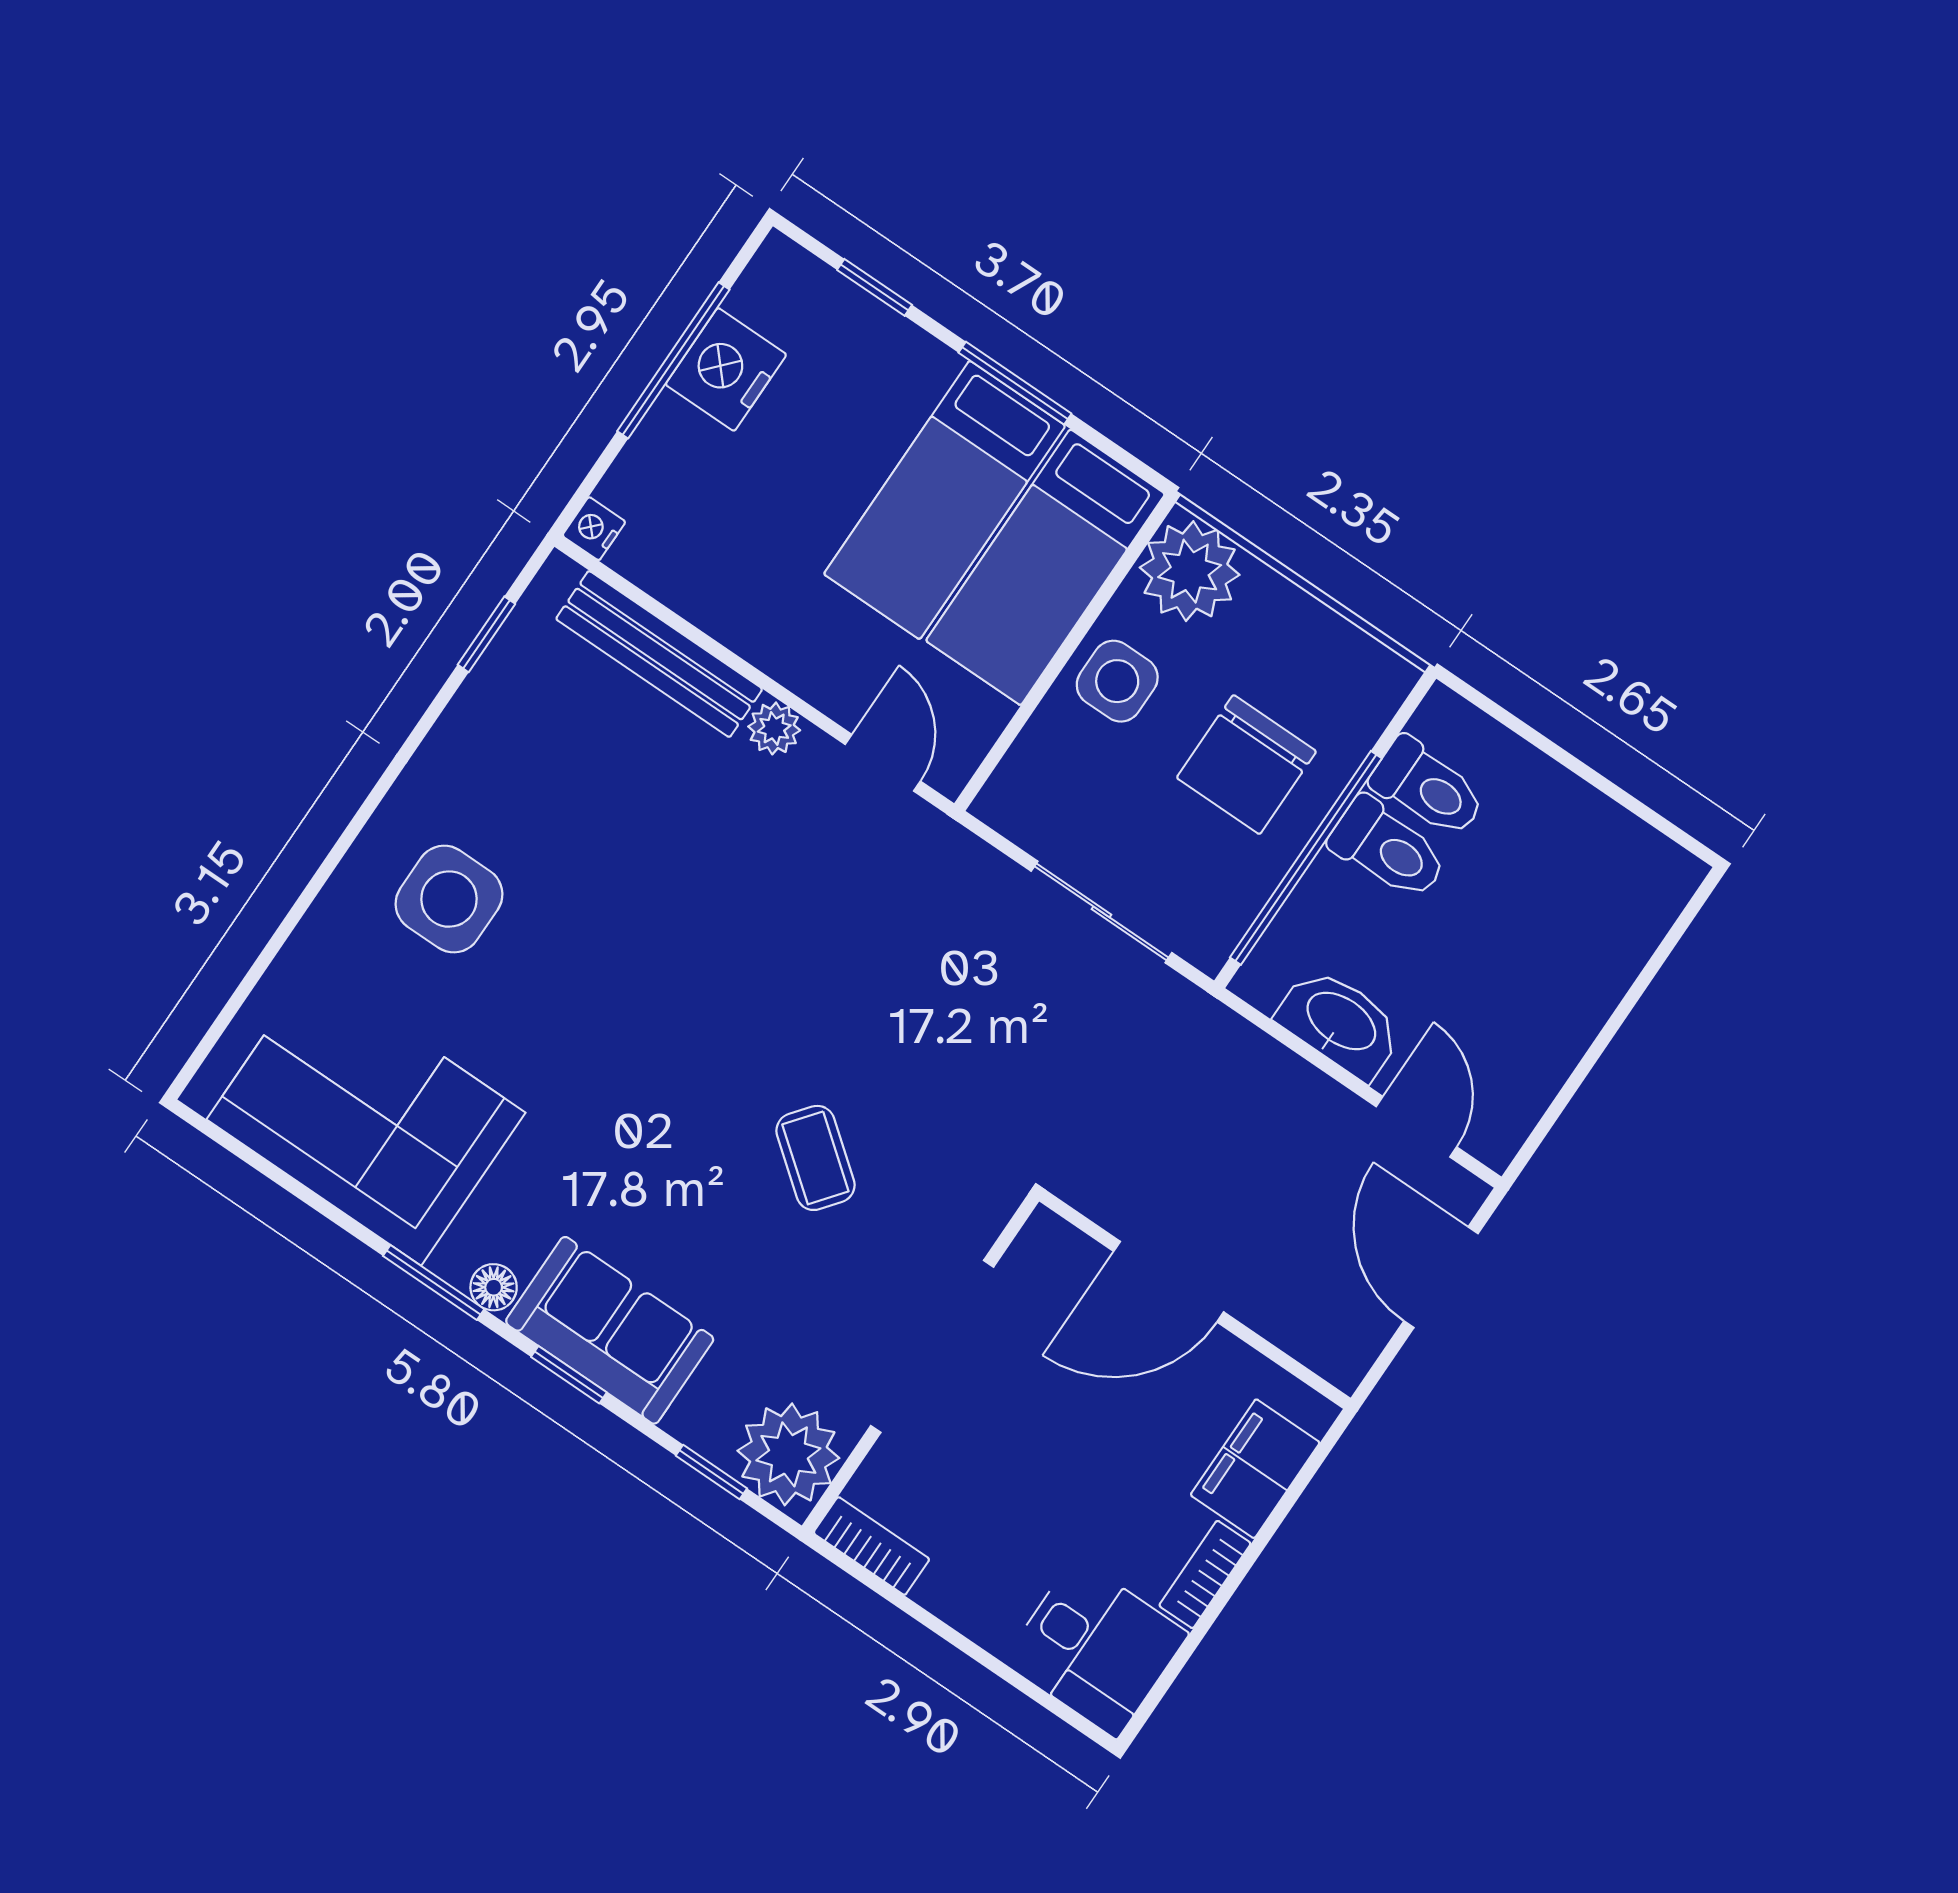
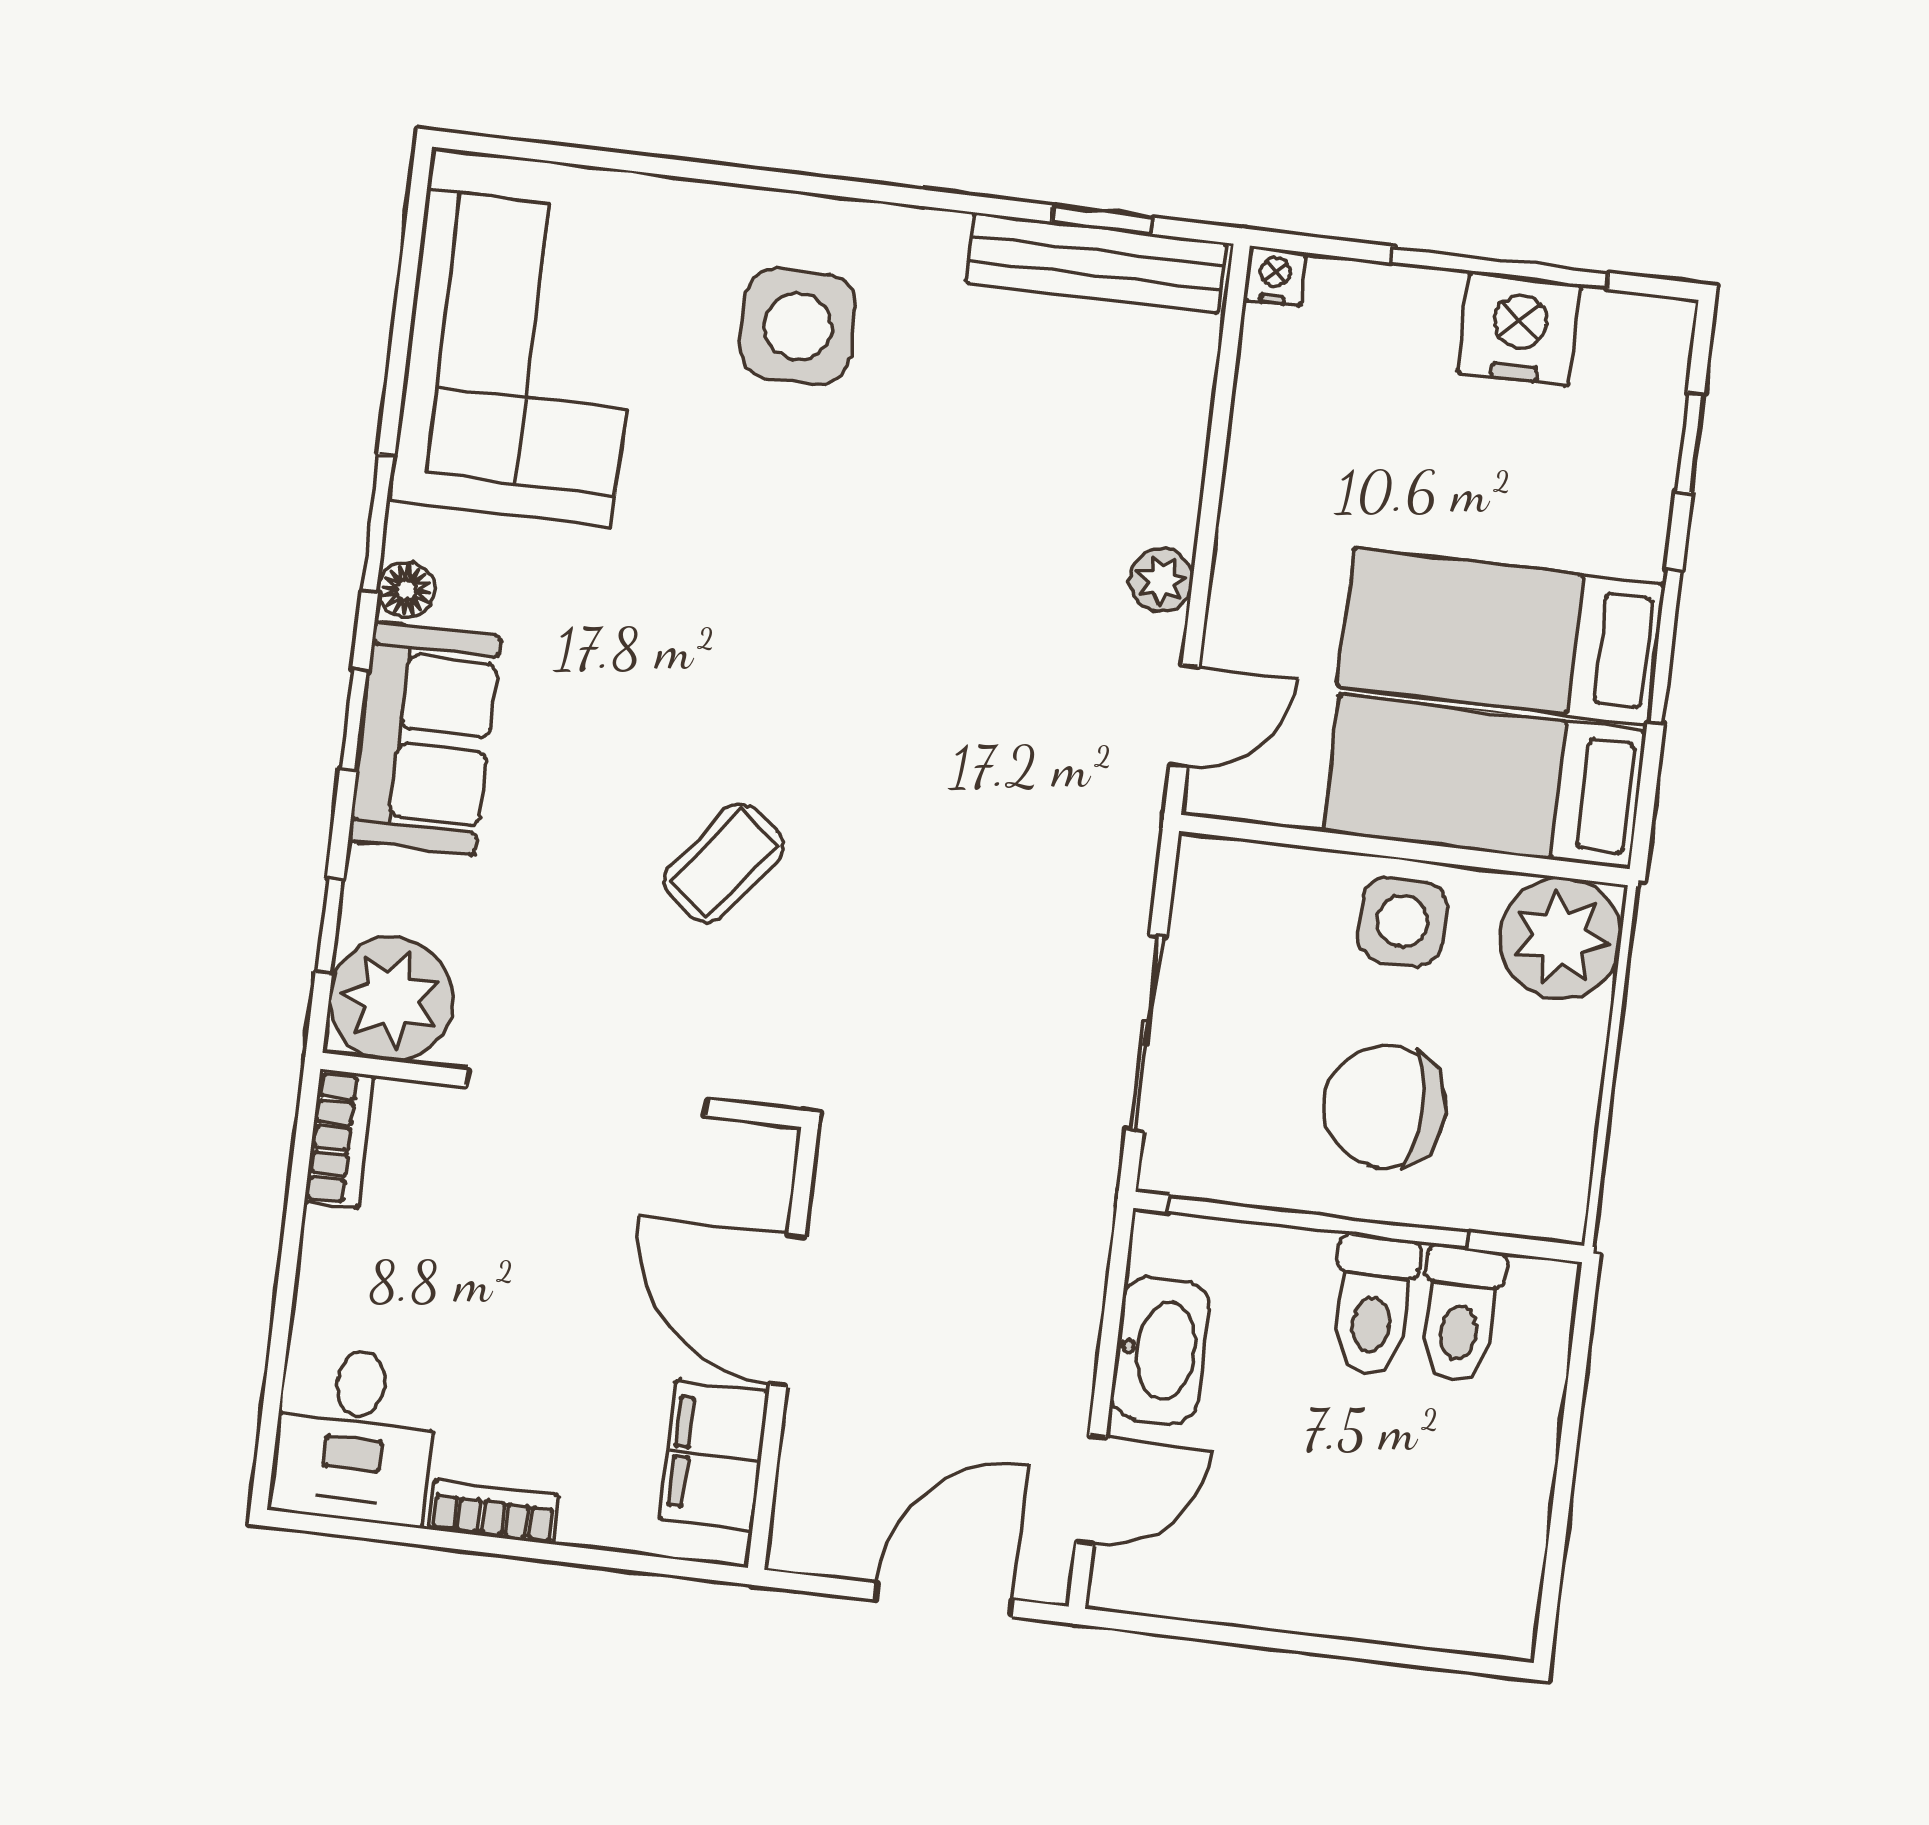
bench: (659, 654) -> (1096, 263), moved, turned 90
filing cabinet: (1255, 1469) -> (714, 1456), moved, turned -90

